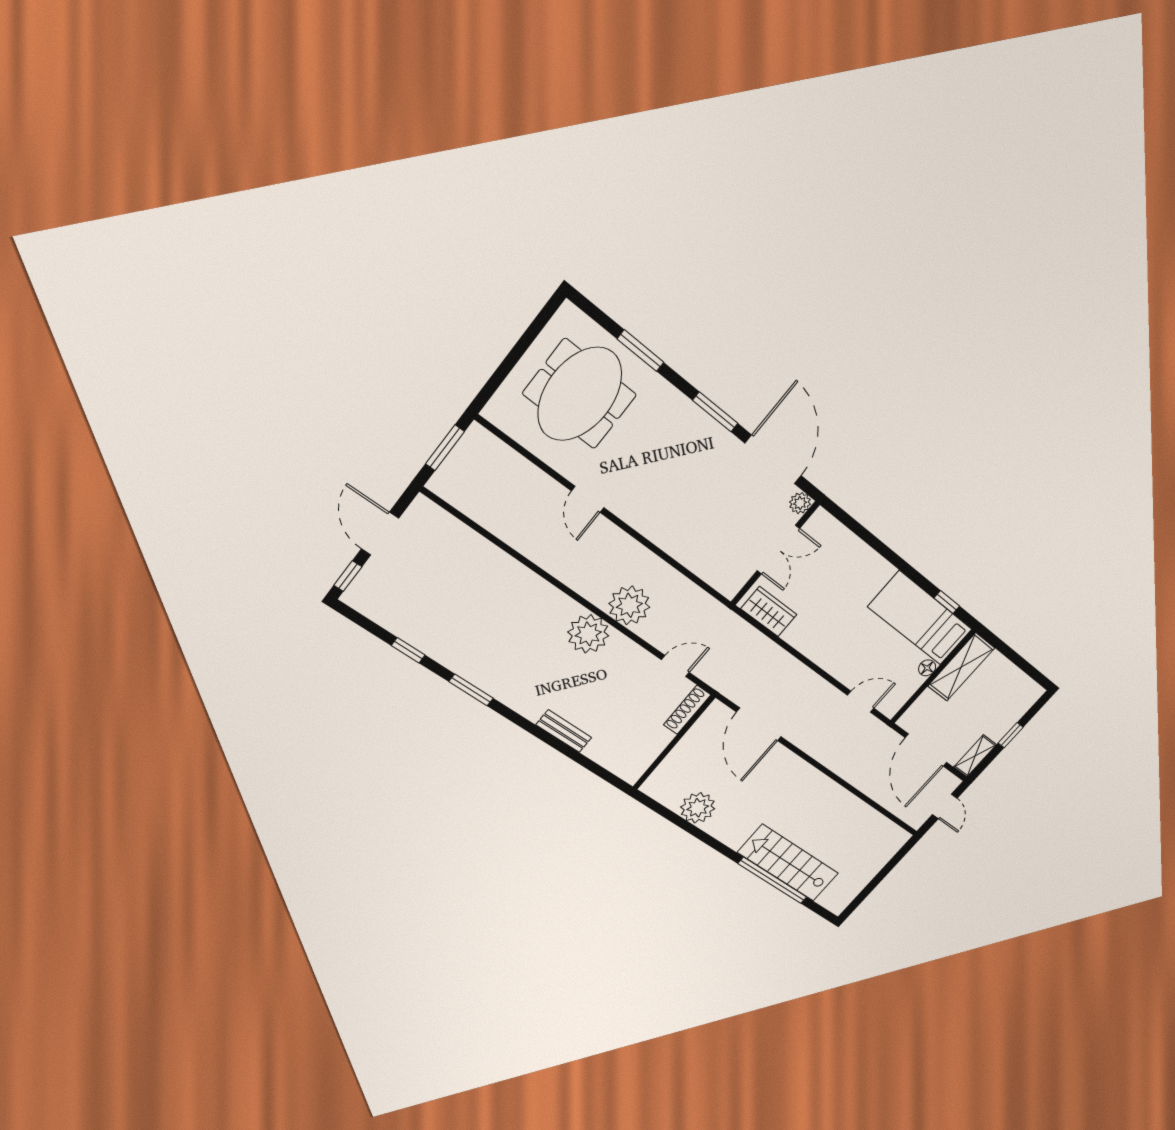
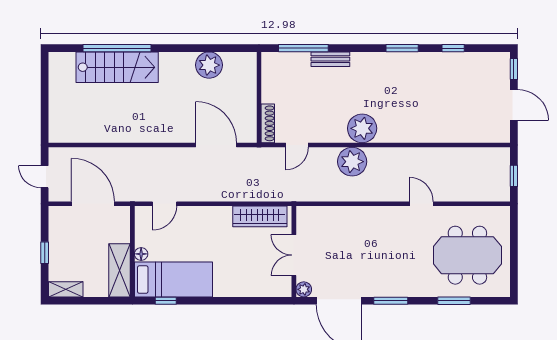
meeting table: (580, 394) -> (467, 255), turned 90
window: (445, 448) -> (514, 176), width x0.67
wardrobe: (769, 612) -> (260, 216), width x1.50
shelving: (975, 756) -> (66, 289), moved, turned 90
window: (584, 762) -> (303, 48), added

